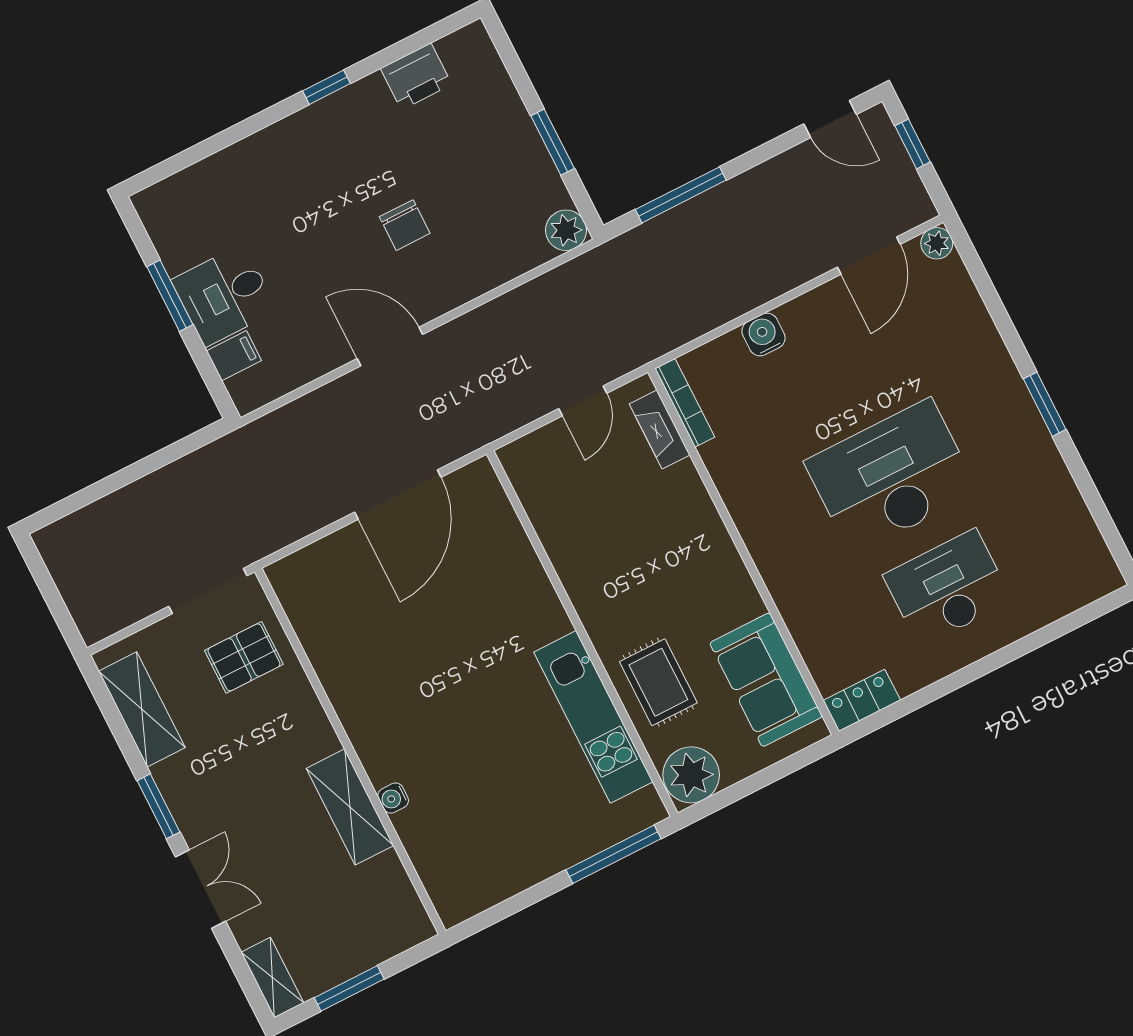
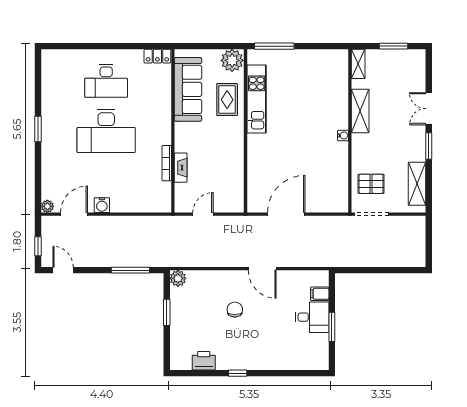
water cooler: (764, 335) -> (102, 205), moved
bookcase: (685, 403) -> (167, 163), moved
fireplace: (660, 429) -> (181, 168), moved
sofa: (766, 680) -> (188, 89), width x1.36
water cooler: (393, 798) -> (343, 135), moved
shelving: (272, 978) -> (358, 64), moved

